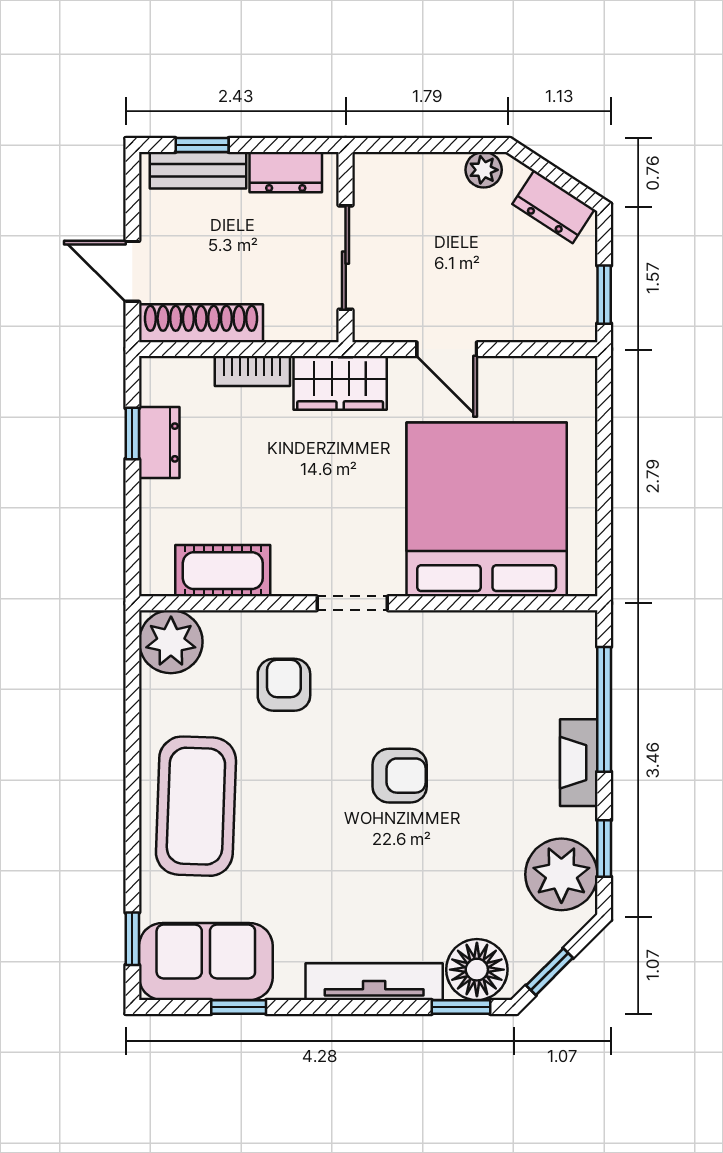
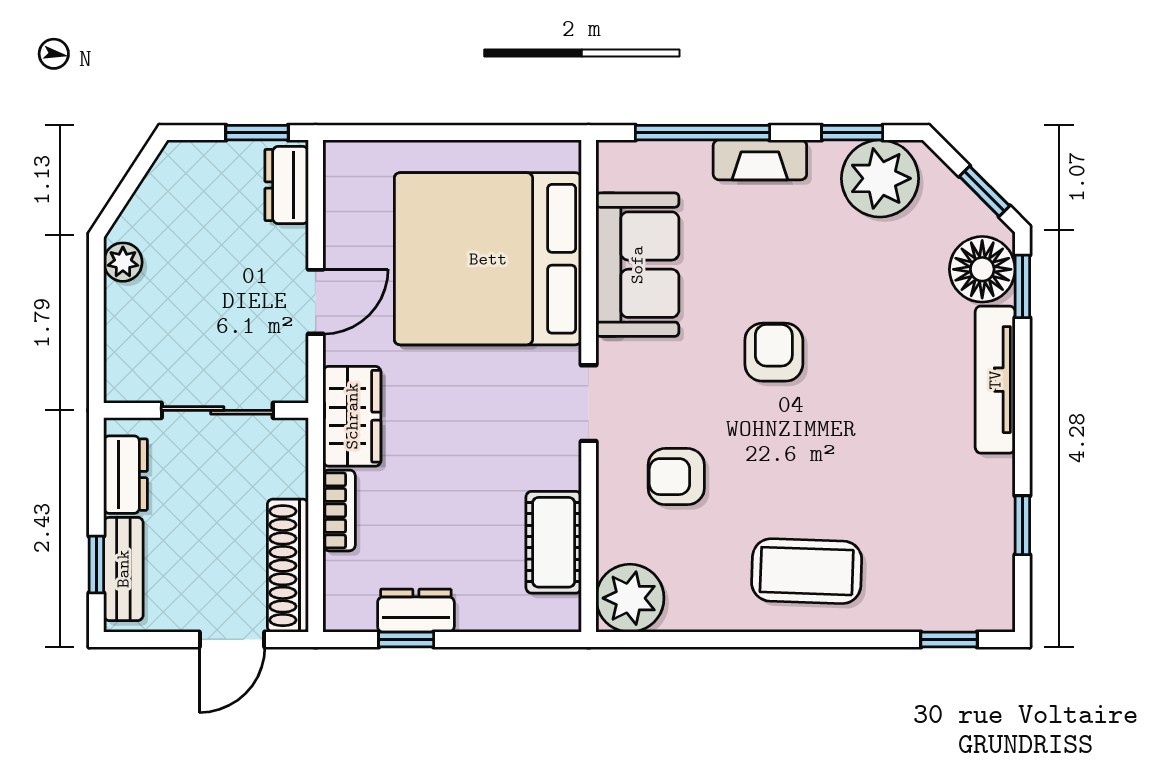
dresser: (553, 207) -> (287, 185), moved, turned 147
coffee table: (196, 806) -> (807, 571), width x0.73, depth x0.76
sofa: (206, 962) -> (637, 265), moved, turned 180

